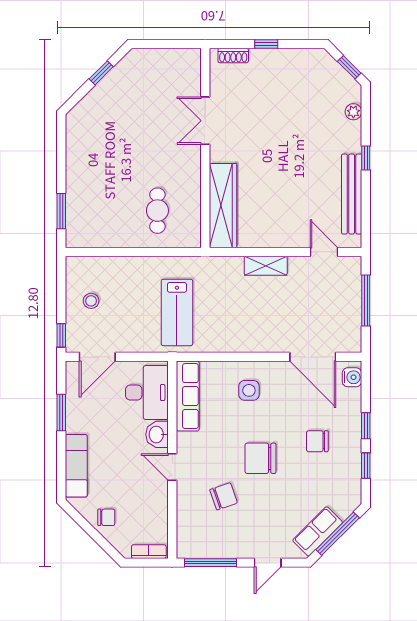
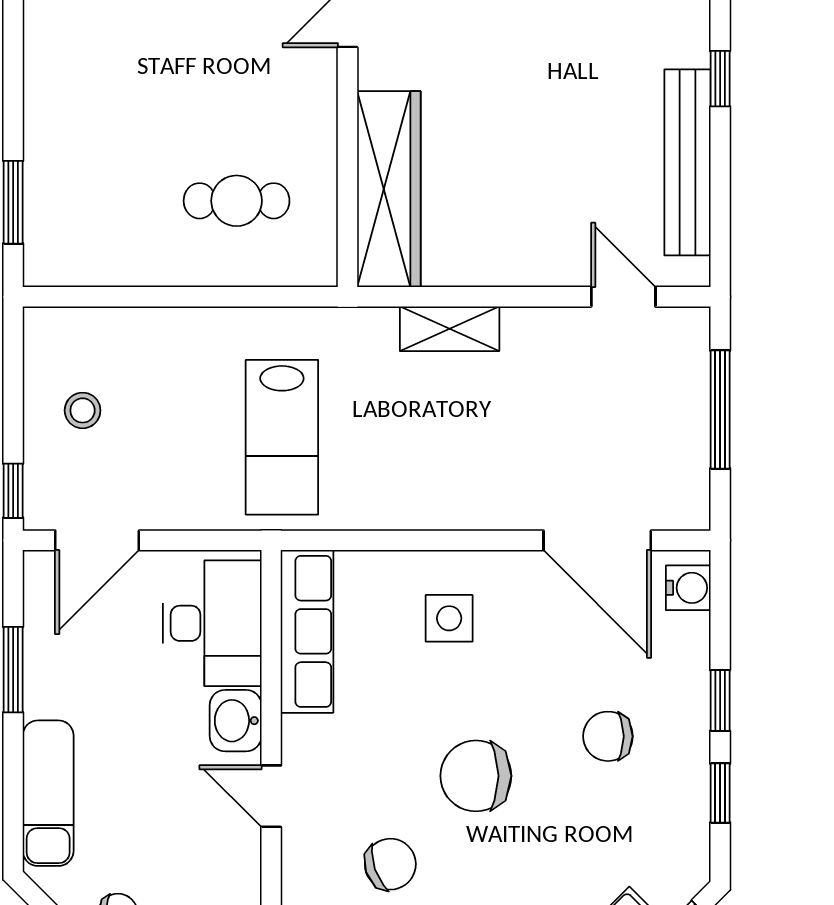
cafe table: (157, 211) -> (237, 201), turned 90
shelving: (266, 266) -> (450, 329), moved

